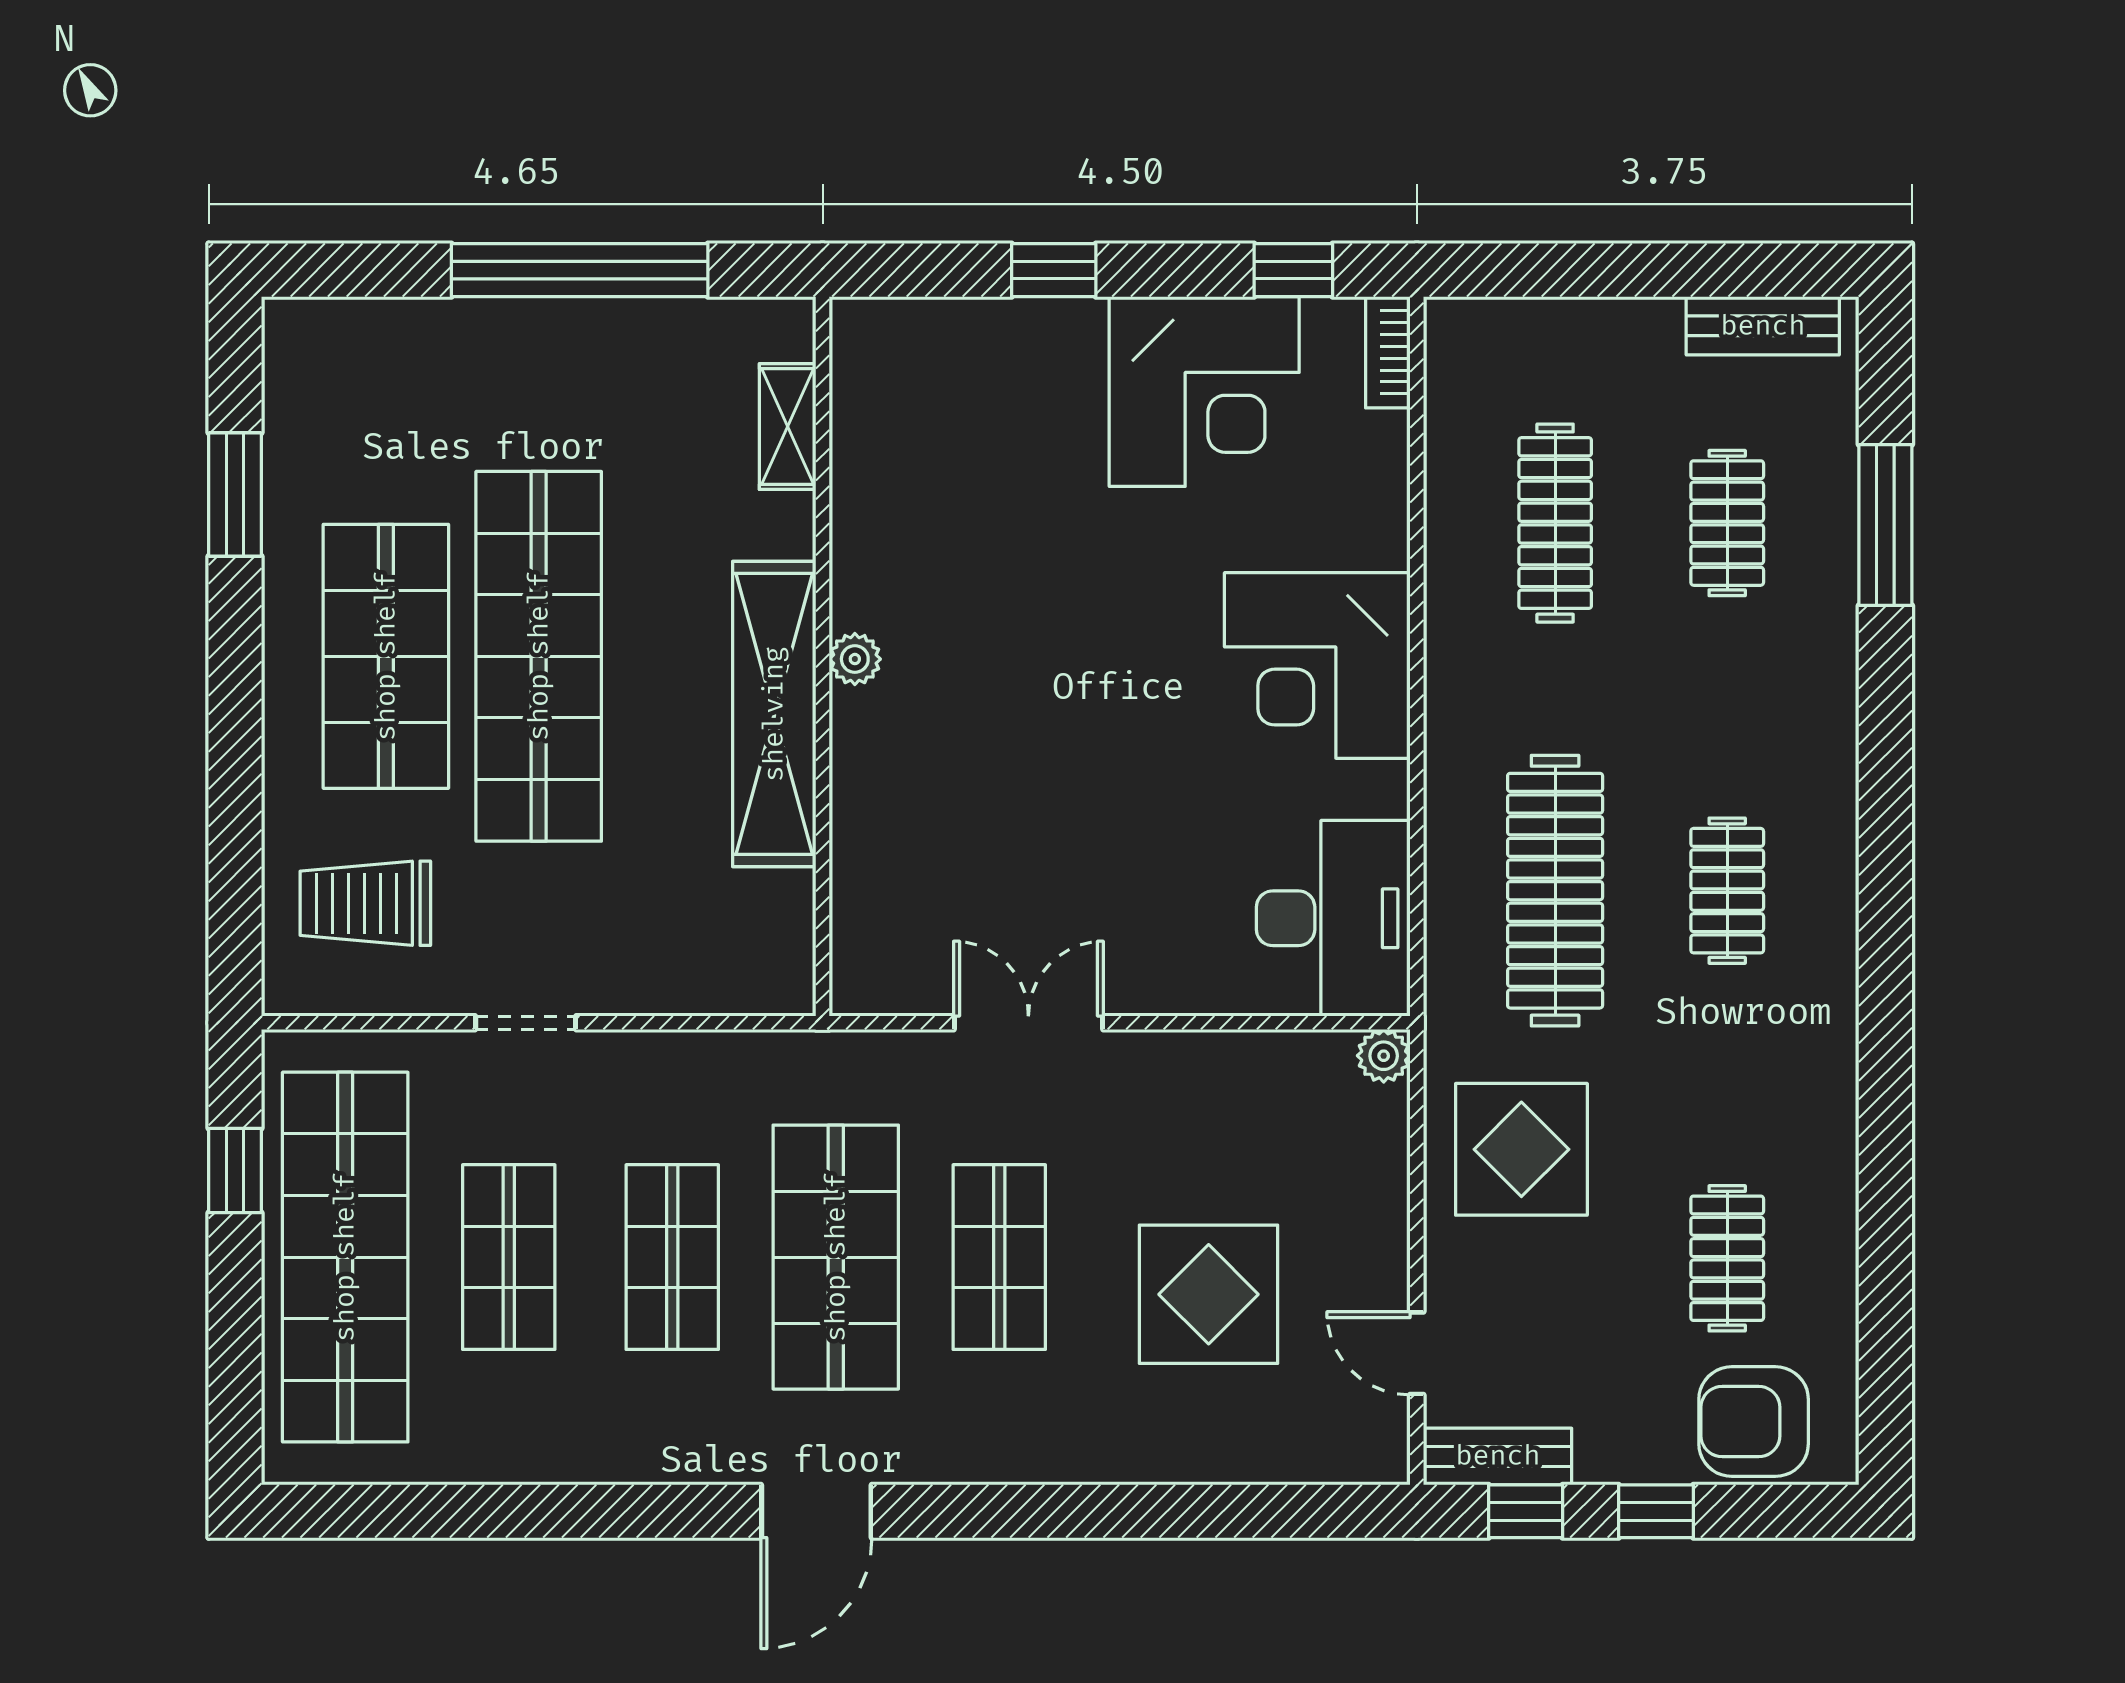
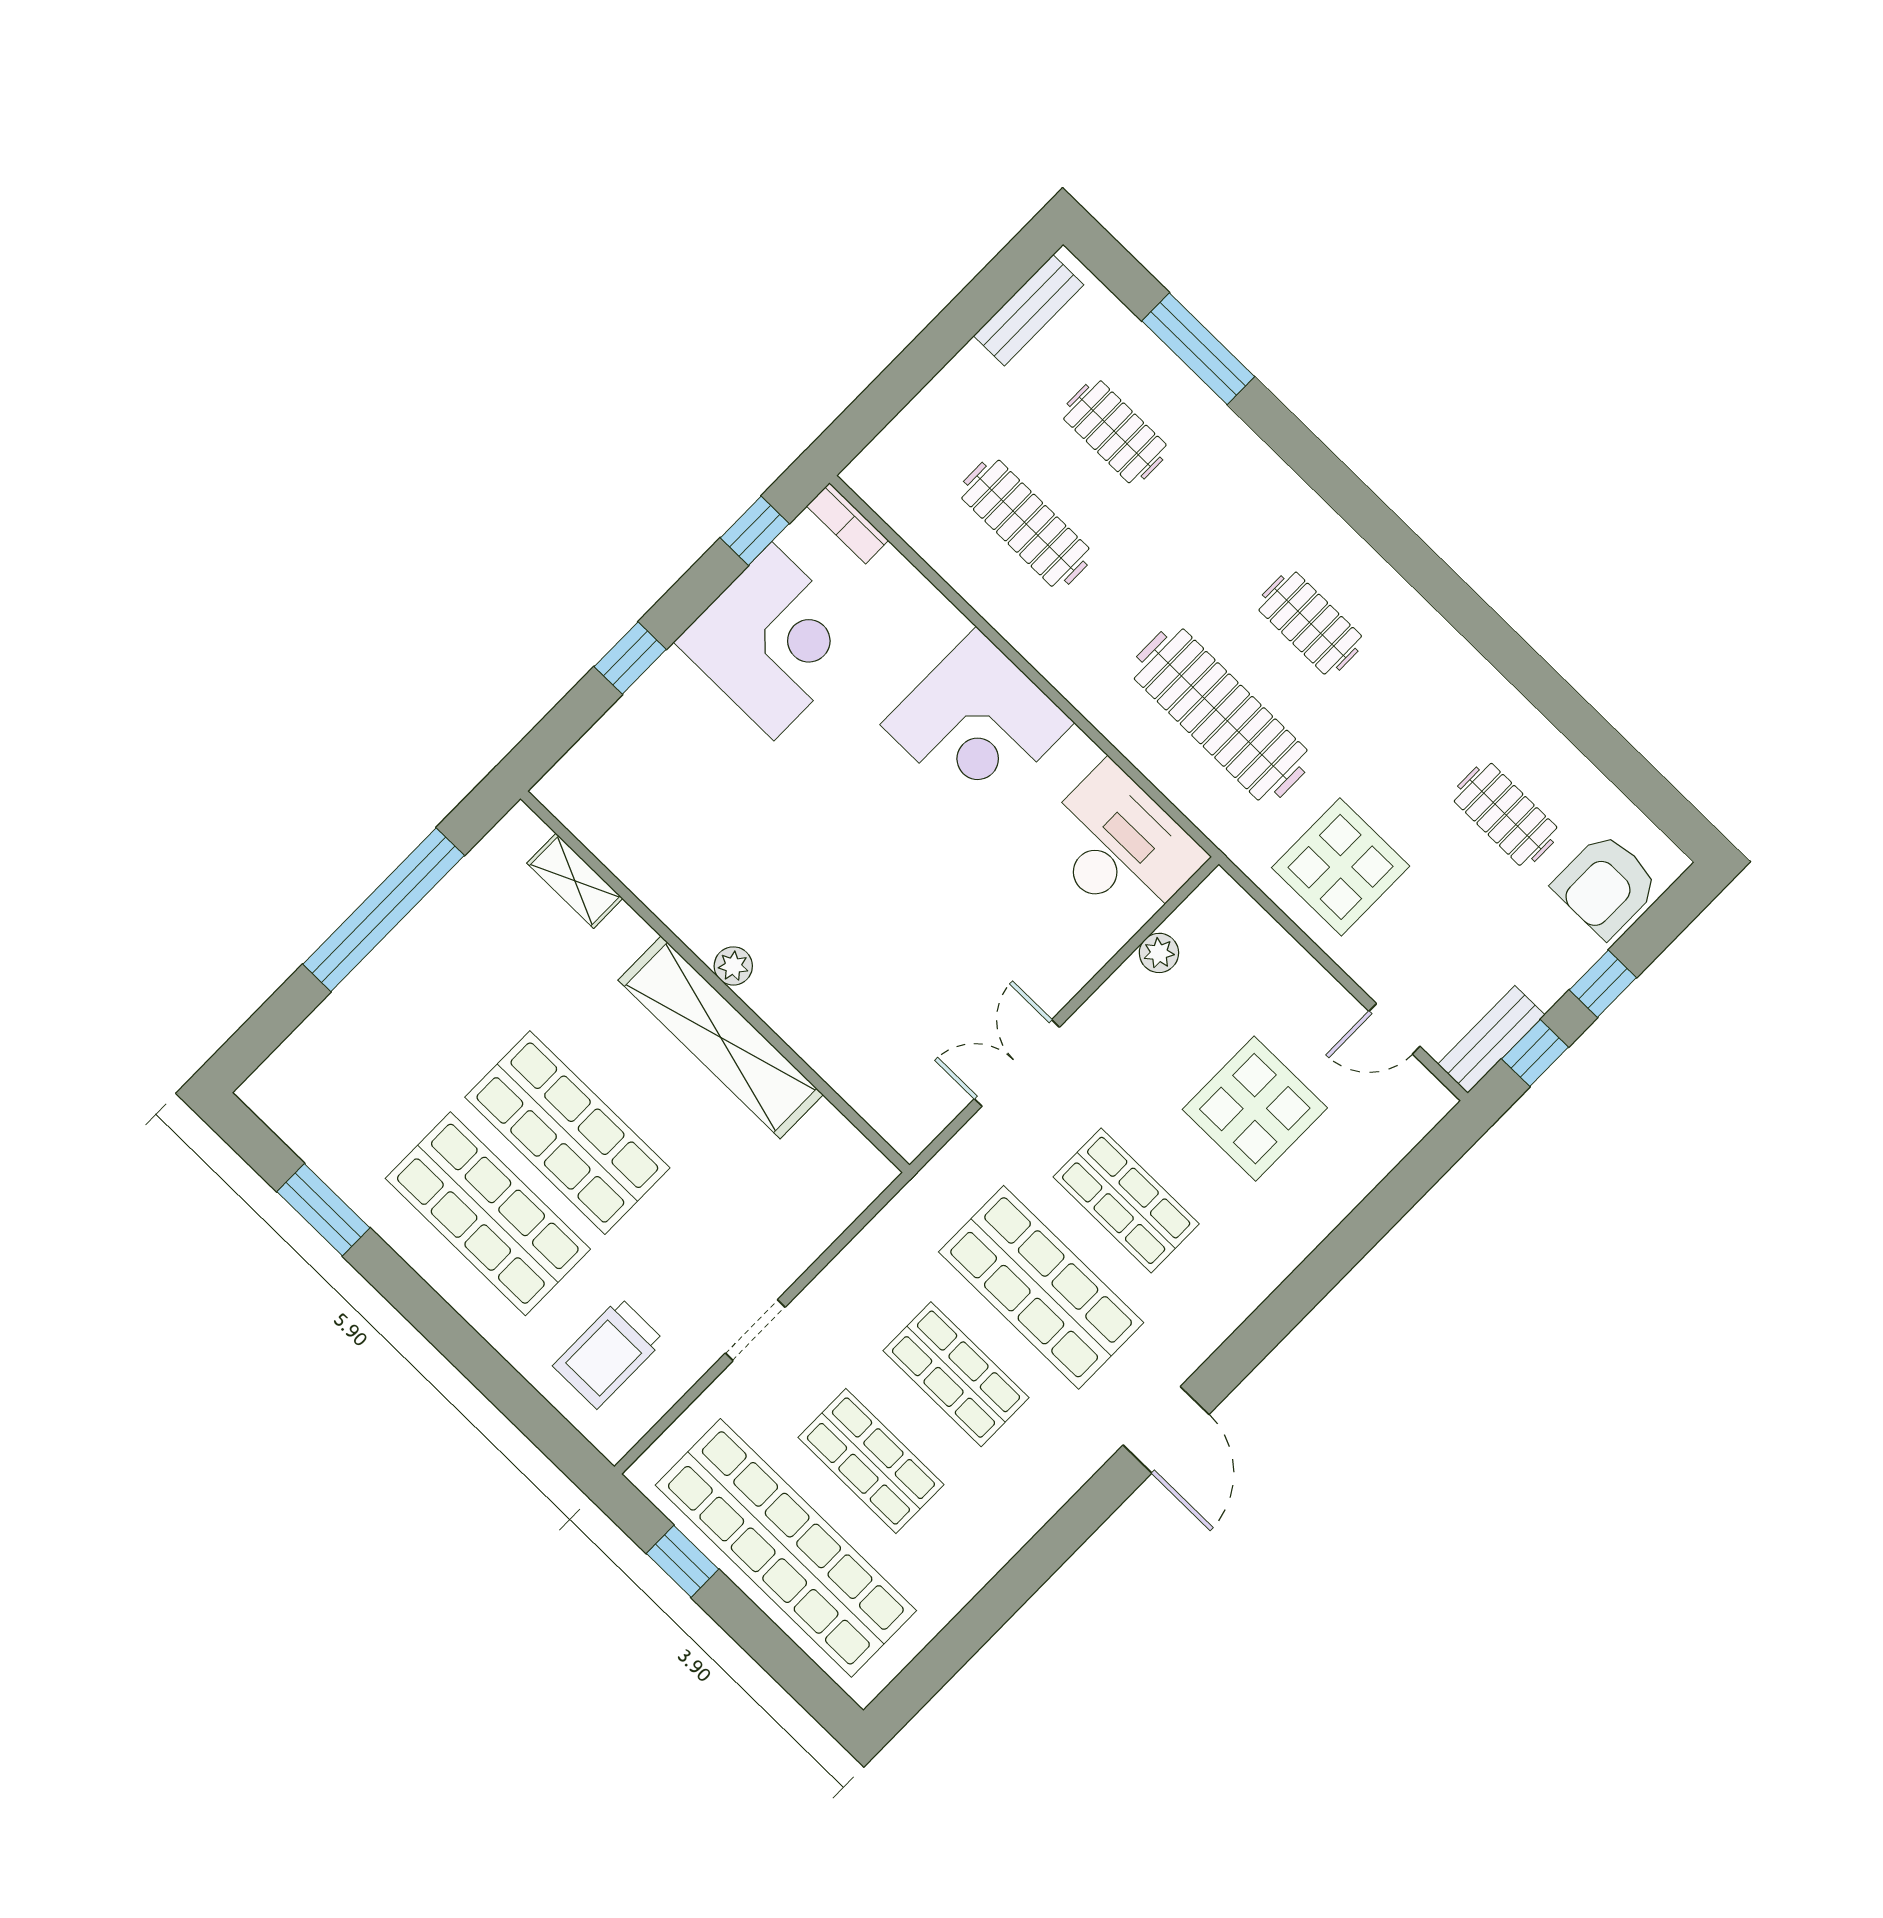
shop shelf: (539, 656) -> (567, 1133), width x0.71
plant: (1384, 1056) -> (1159, 953), moved

